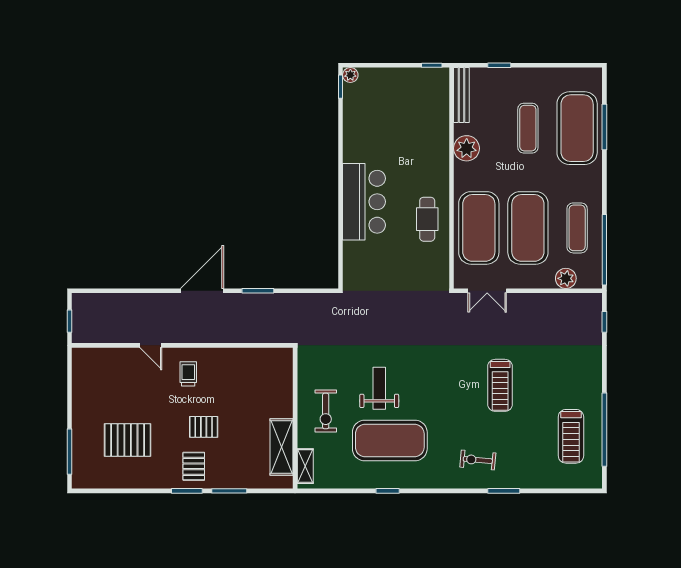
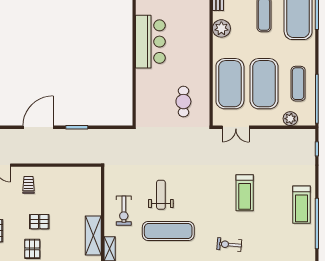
bar counter: (364, 202) -> (150, 42), moved
cafe table: (427, 219) -> (183, 102), moved
treadmill: (571, 436) -> (302, 205), moved
exercise mat: (390, 441) -> (168, 231), width x0.68

